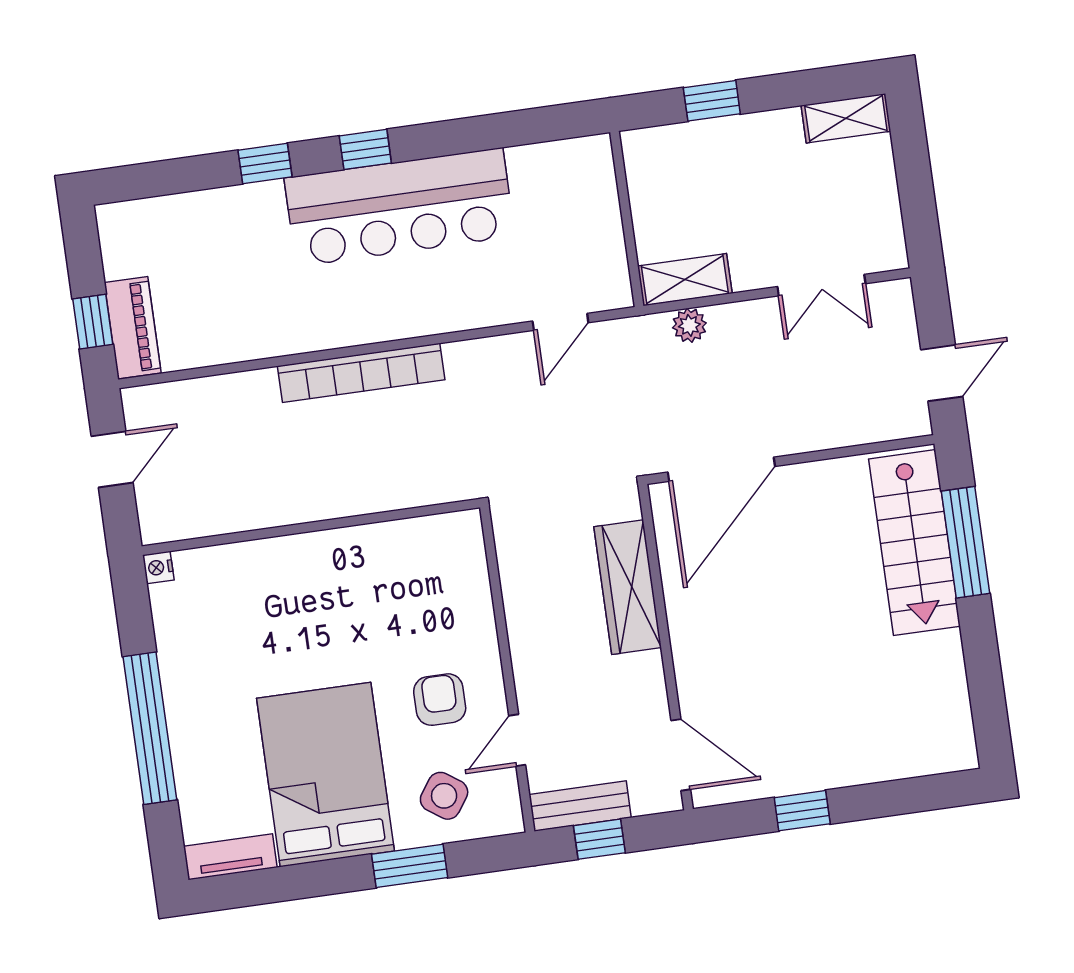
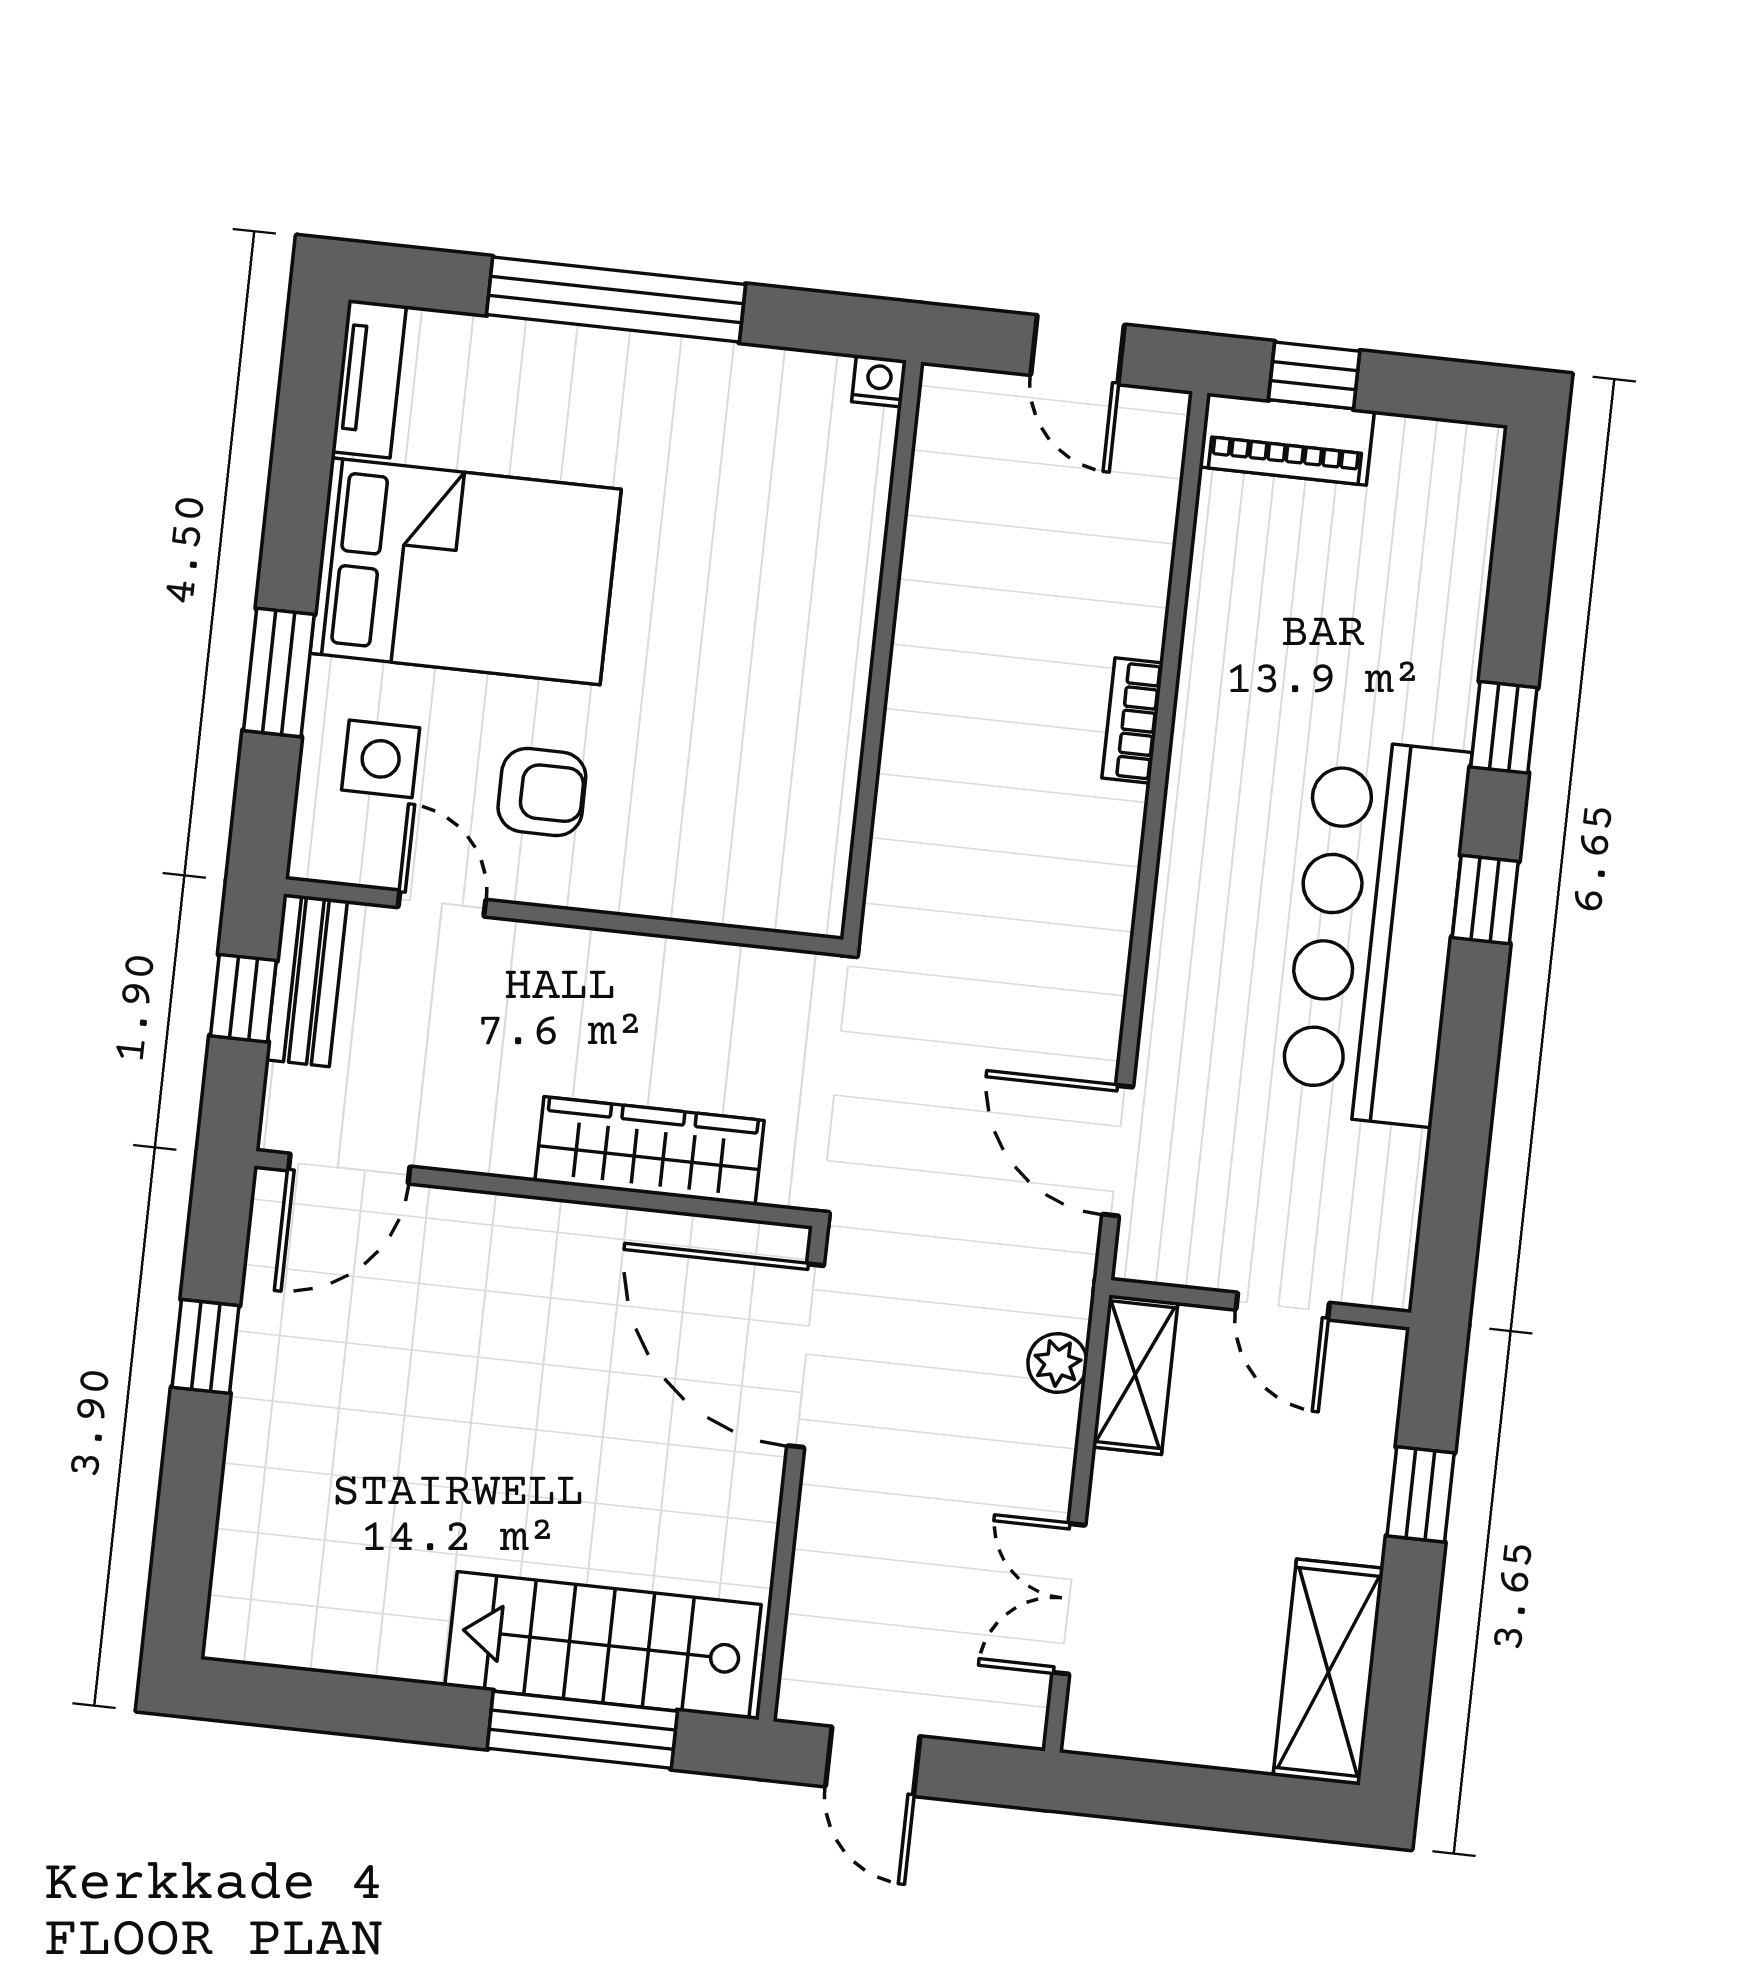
shelving: (846, 118) -> (1328, 1672), width x1.50, depth x1.33
door: (625, 206) -> (1283, 1306), added
door: (560, 322) -> (1118, 1151), width x1.38
bookcase: (361, 373) -> (1133, 721), width x0.43, depth x0.76
side table: (444, 796) -> (381, 759), turned -35

